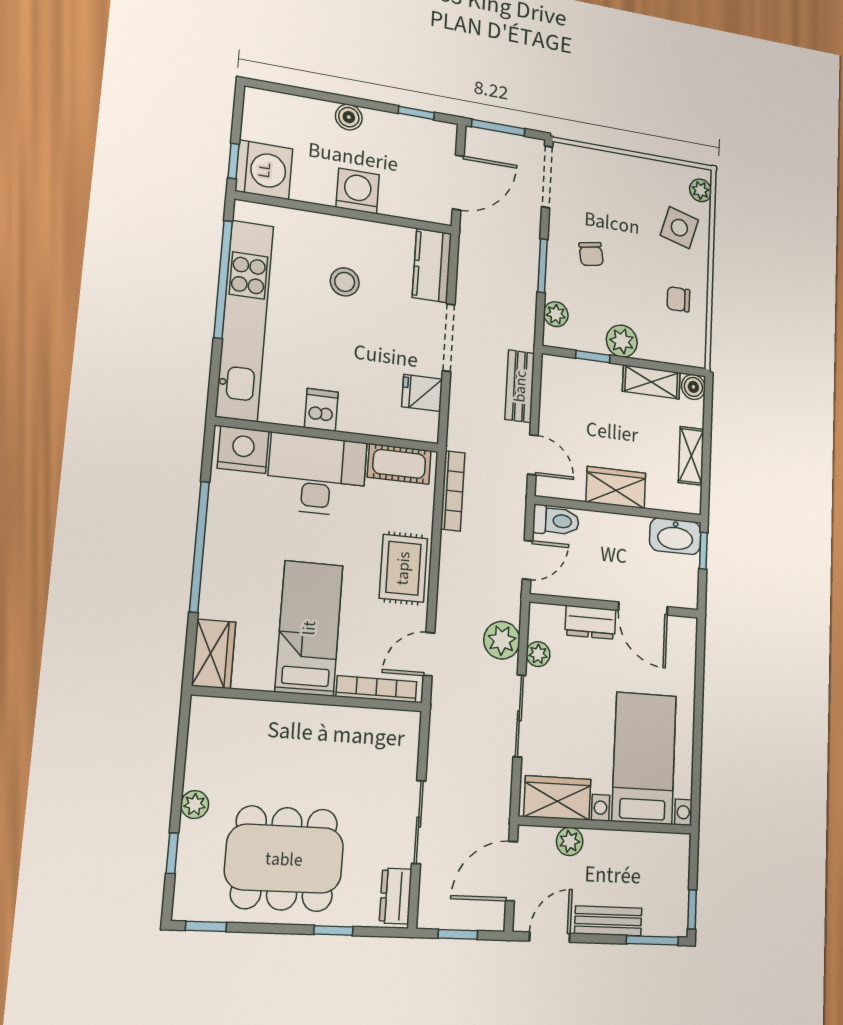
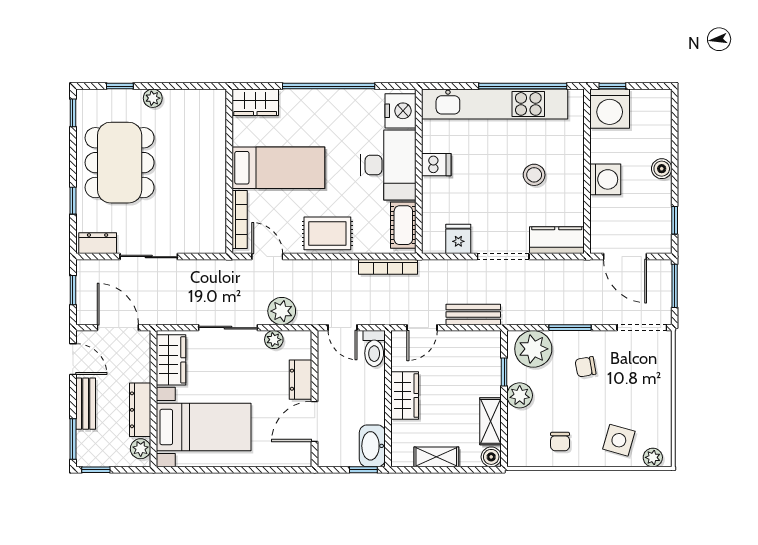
chair: (678, 299) -> (560, 442), turned 180
plant: (556, 314) -> (533, 349), width x1.88, depth x1.88
plant: (570, 841) -> (141, 449), moved
dresser: (619, 844) -> (140, 410), added

